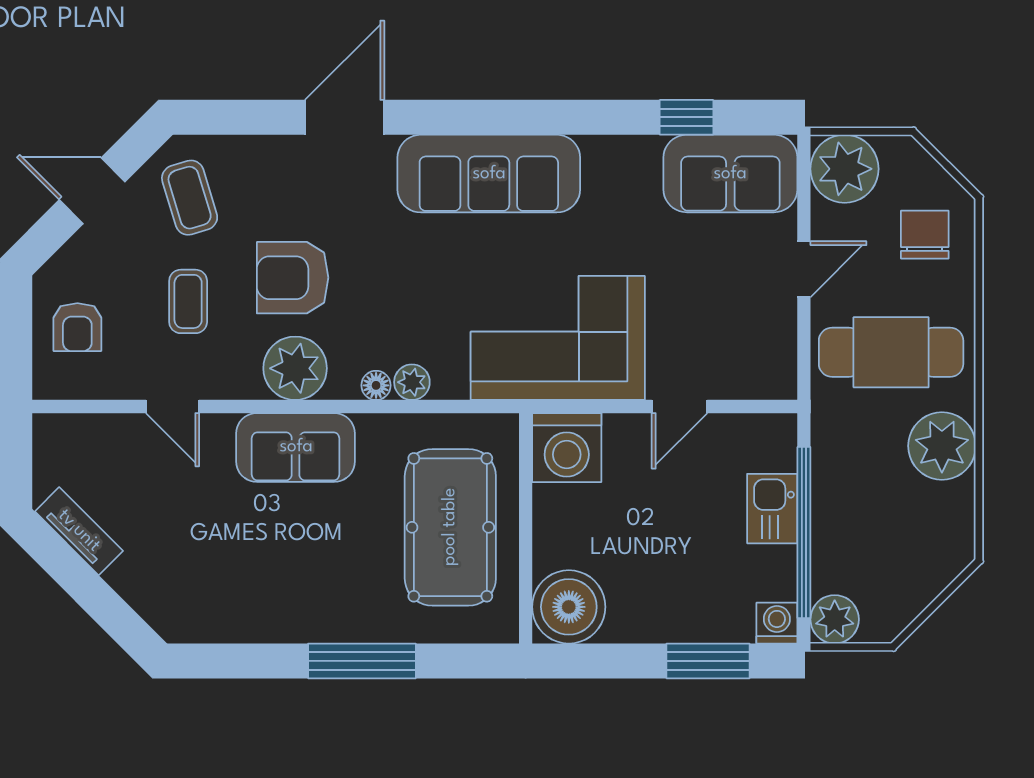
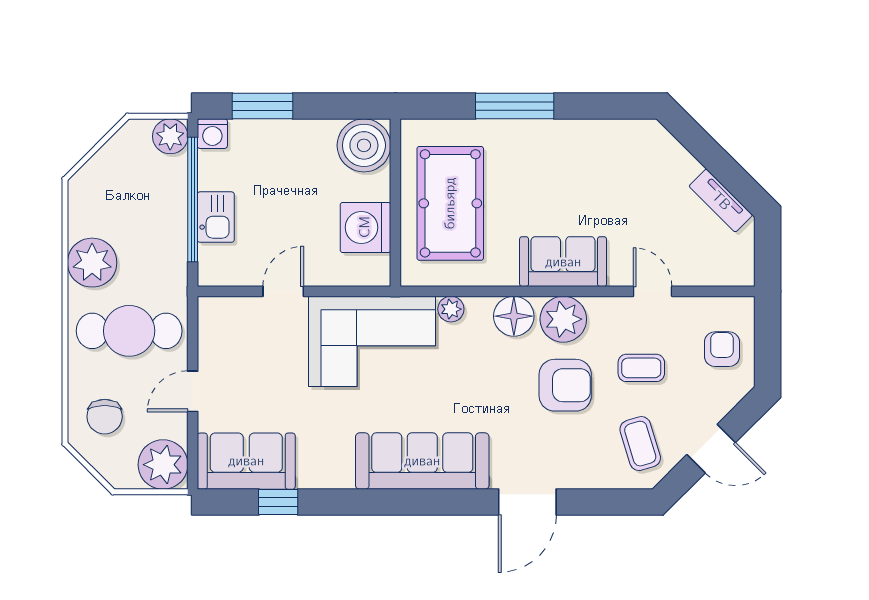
coffee table: (188, 301) -> (641, 368), turned 90
plant: (412, 382) -> (451, 309), moved
floor lamp: (376, 385) -> (514, 316), width x1.89, depth x1.89
washing machine: (567, 448) -> (365, 227), moved, turned -90

